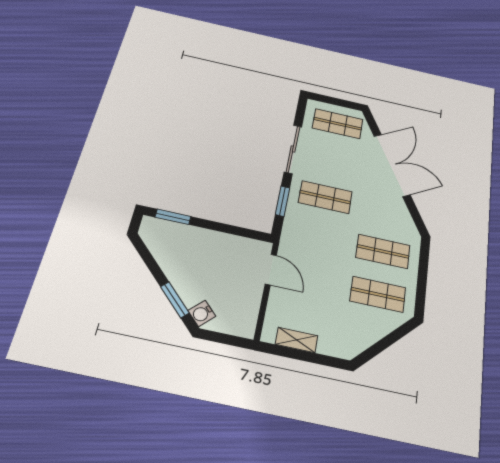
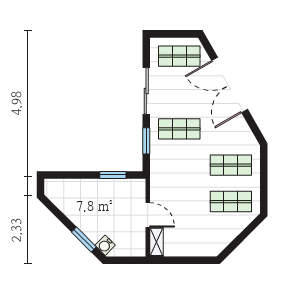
double door: (392, 165) -> (230, 85), swing flipped
window: (173, 217) -> (113, 175), moved
door: (271, 270) -> (148, 215), moved
shelving: (297, 340) -> (156, 242), moved, turned 90

